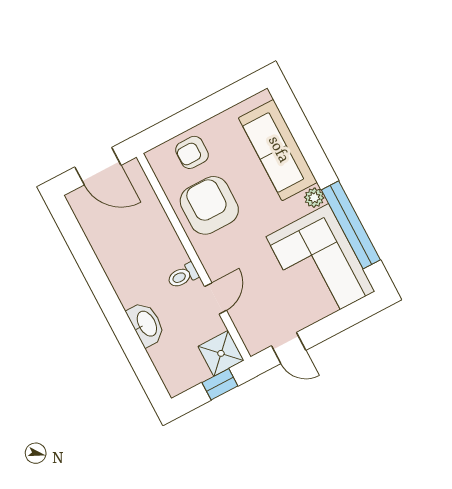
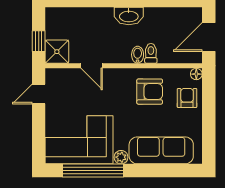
floor lamp: (155, 157) -> (196, 74), added
armchair: (209, 205) -> (150, 92), width x0.73, depth x0.73
bidet: (170, 246) -> (138, 55), added
toilet: (183, 276) -> (151, 53), moved
washbasin: (146, 324) -> (129, 16), moved

